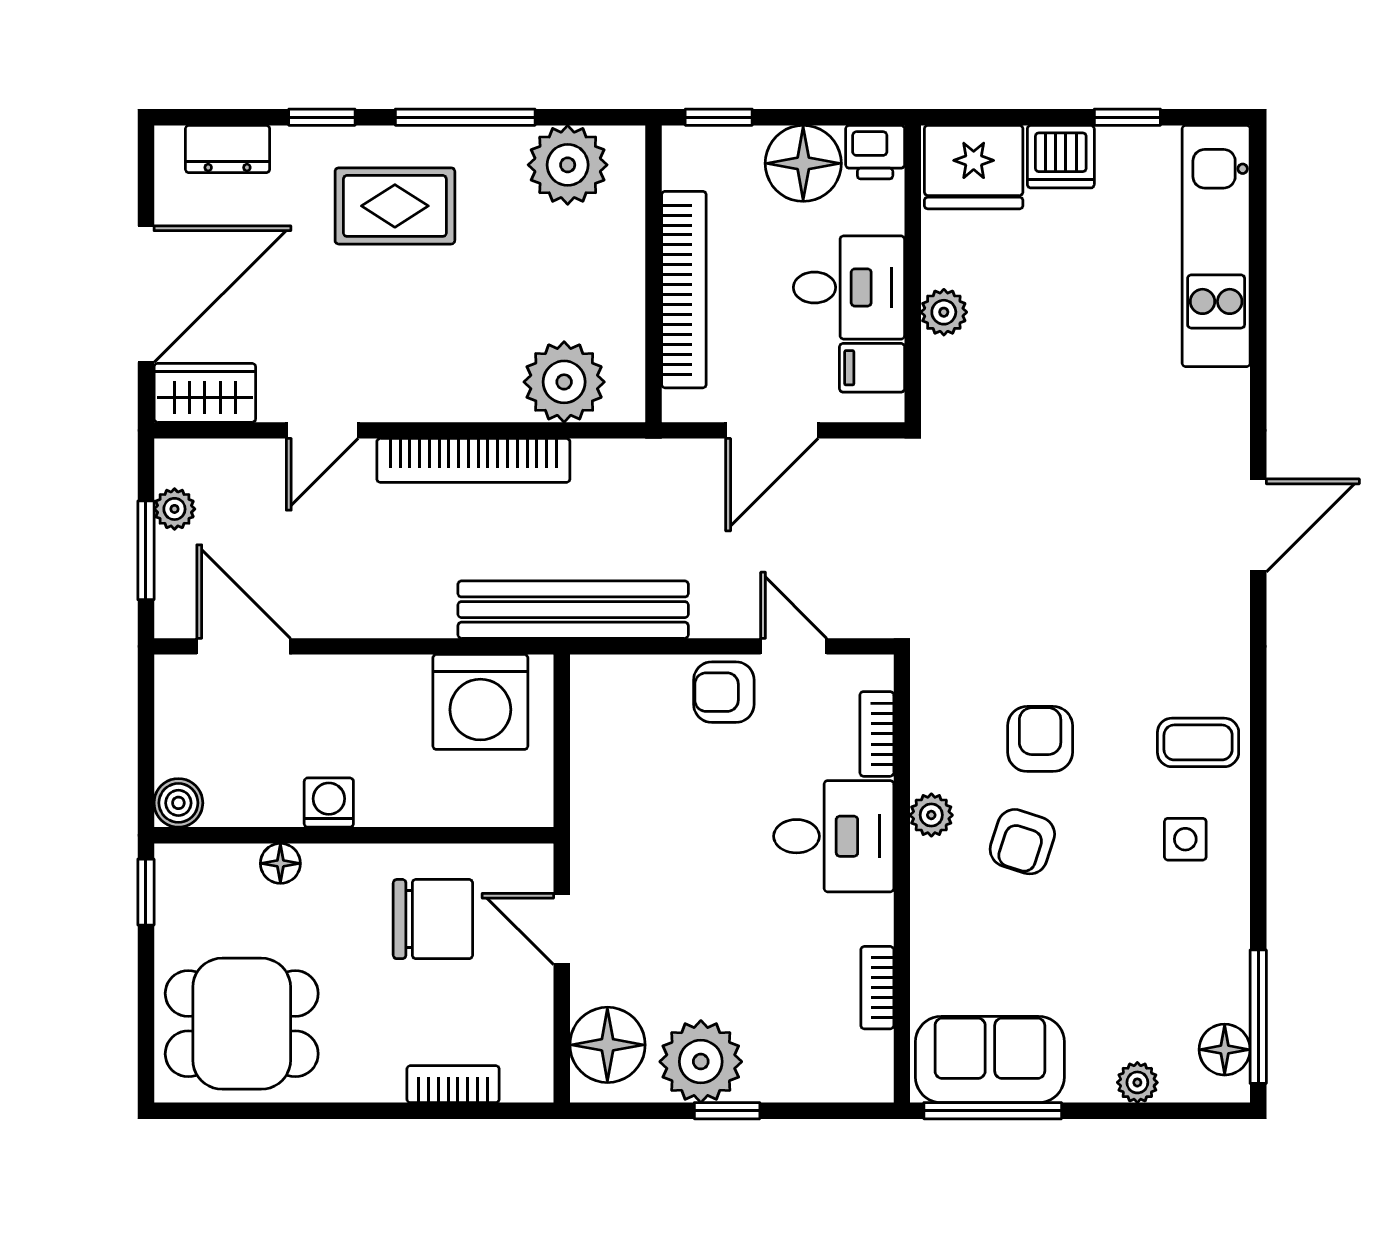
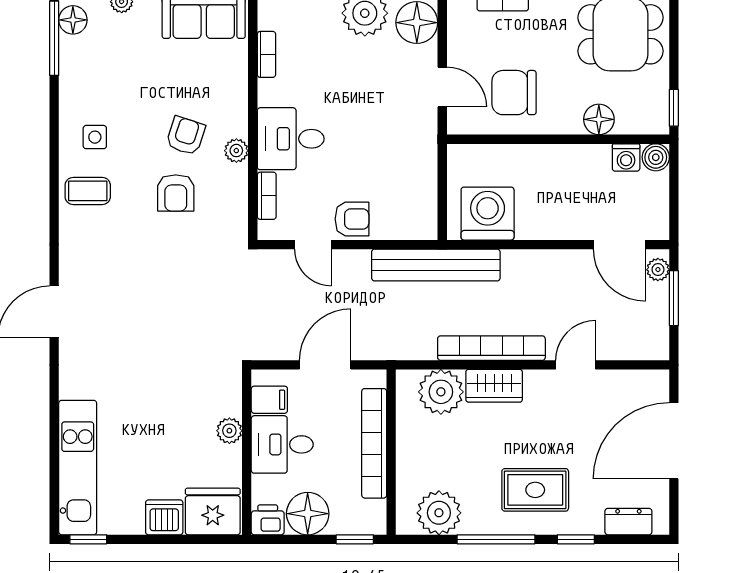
window: (1127, 117) -> (88, 539), moved
wardrobe: (205, 393) -> (494, 386), moved
plant: (174, 509) -> (658, 270), moved
washing machine: (329, 803) -> (626, 157), moved
floor lamp: (280, 863) -> (599, 119), width x1.37, depth x1.37

